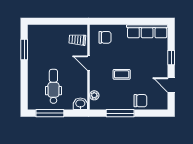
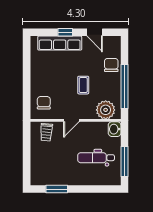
row of seats: (147, 31) -> (60, 43), moved, turned 90
door: (171, 85) -> (95, 32), hinge flipped
plant: (94, 95) -> (106, 110), width x1.88, depth x1.88
window: (120, 113) -> (125, 87), width x1.46

